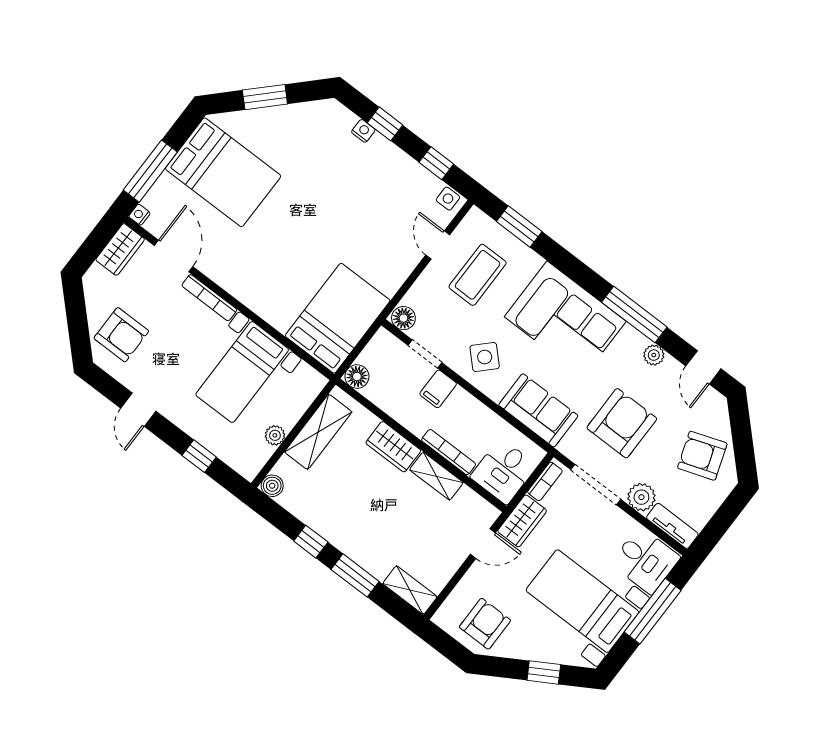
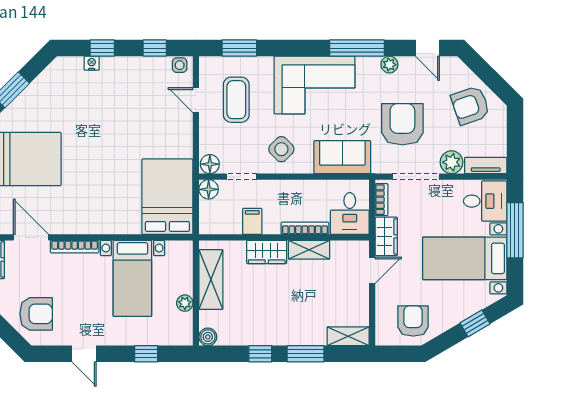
floor lamp: (357, 377) -> (209, 189), moved
filing cabinet: (438, 389) -> (252, 221), moved, turned 180

